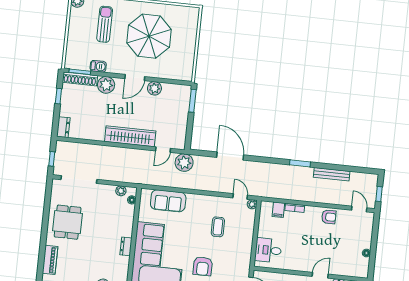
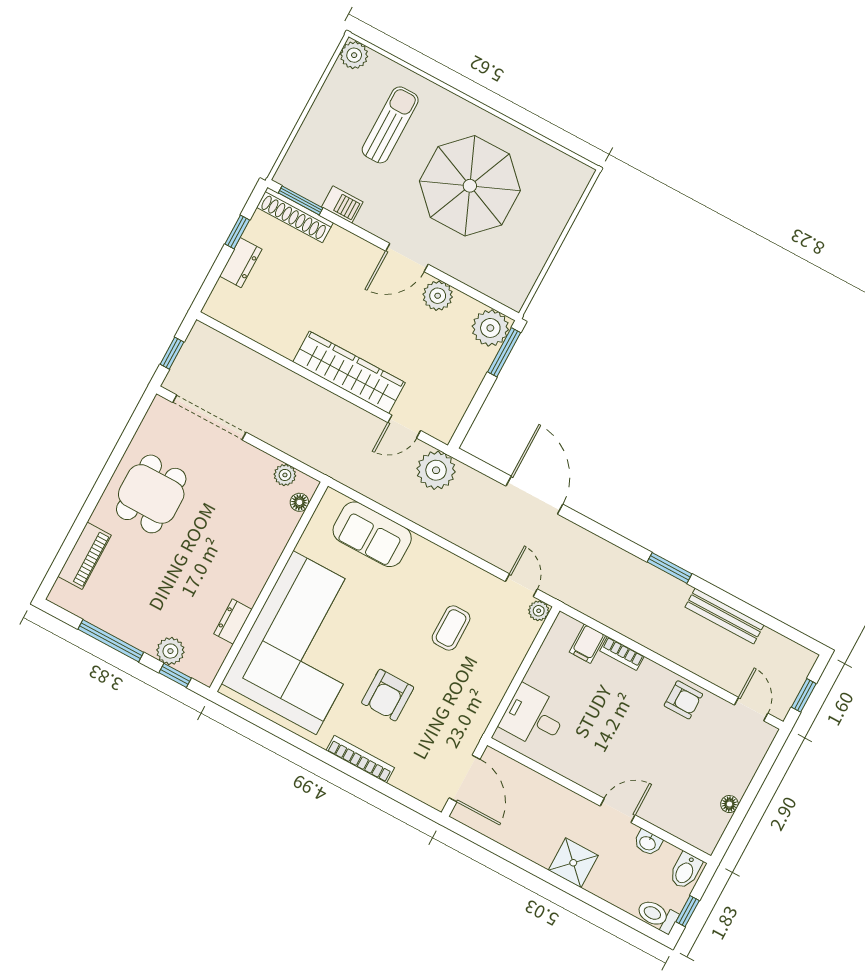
plant: (106, 85) -> (490, 328), moved
dresser: (63, 127) -> (241, 263), moved
dresser: (126, 246) -> (233, 622), moved

